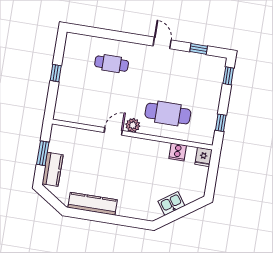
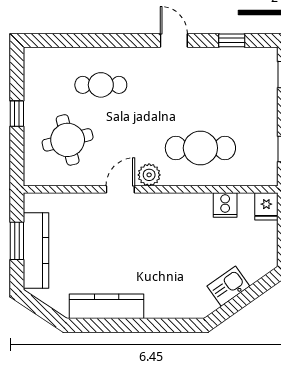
round table: (85, 95) -> (68, 140), added
kitchen counter: (53, 169) -> (36, 251), width x1.50

